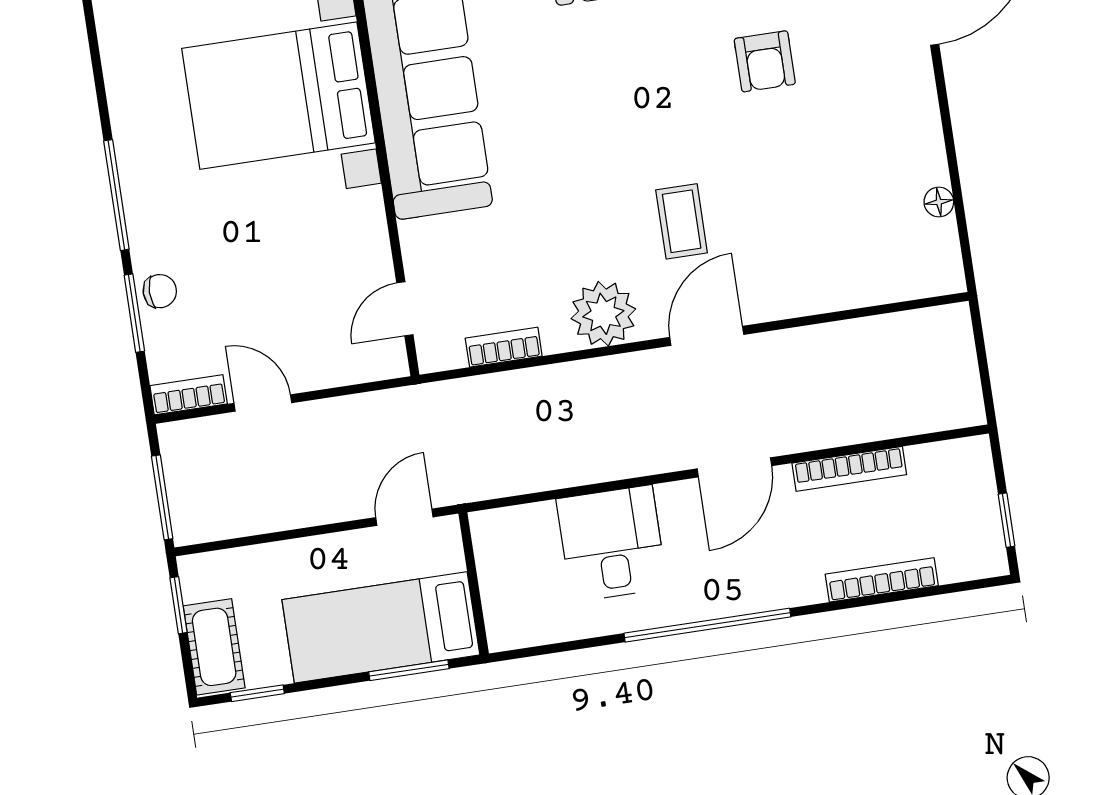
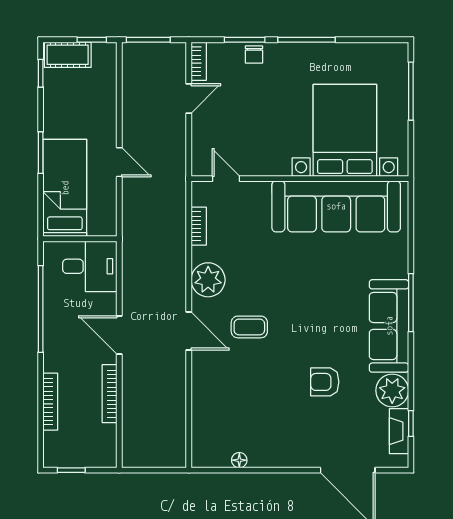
wall: (474, 584) -> (80, 239), moved
bed: (381, 627) -> (65, 188), moved

